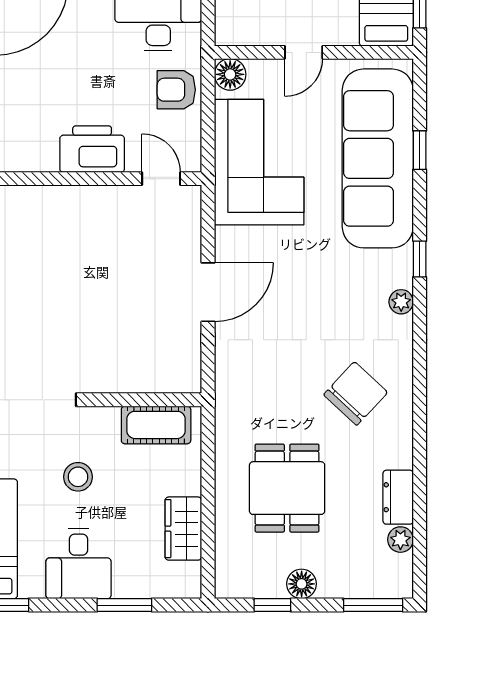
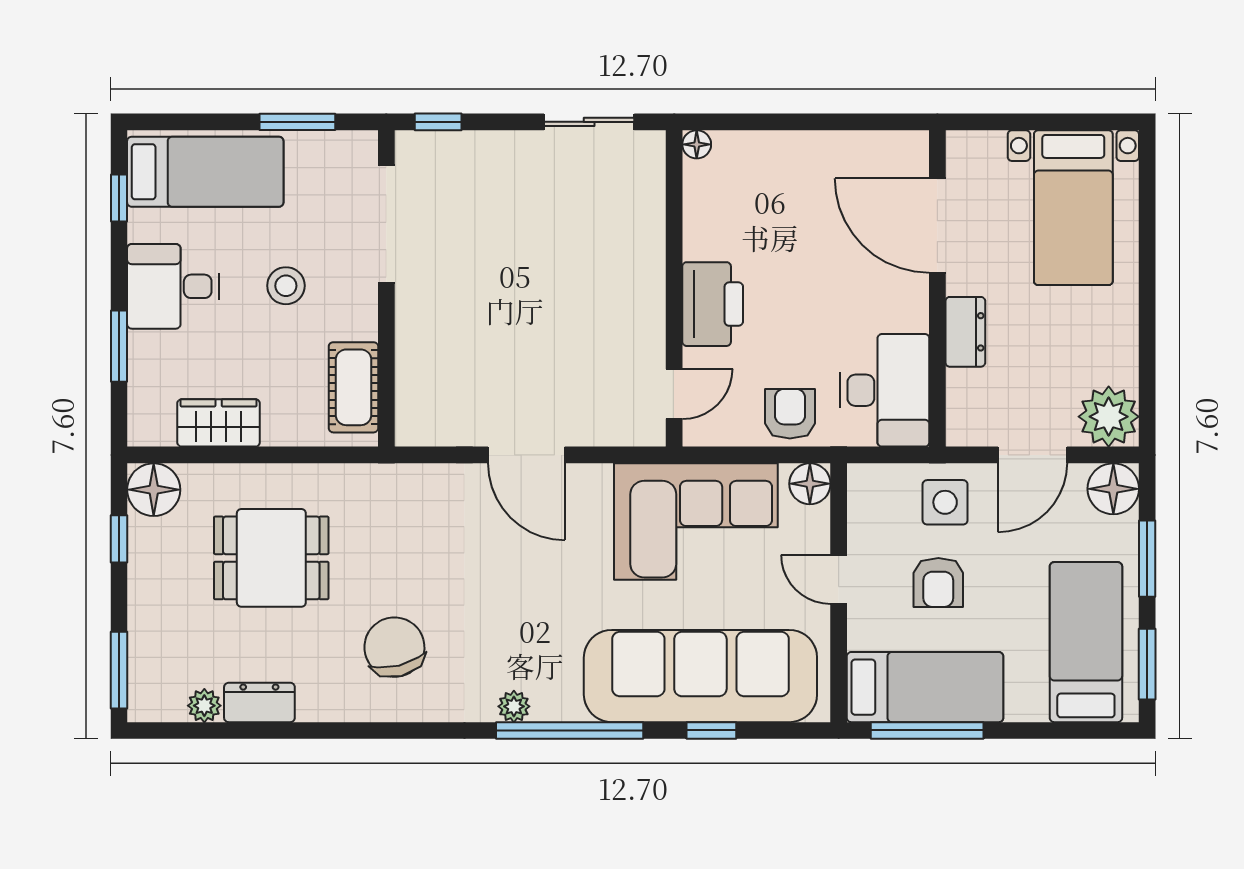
window: (420, 259) -> (570, 730), width x3.17
chair: (356, 394) -> (394, 647), turned -147
floor lamp: (302, 584) -> (154, 490), moved, width x1.38, depth x1.38

